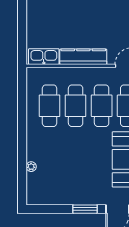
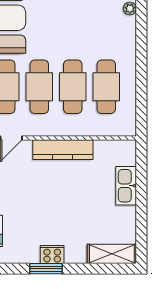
kitchen sink: (44, 57) -> (126, 186), moved, turned 90

